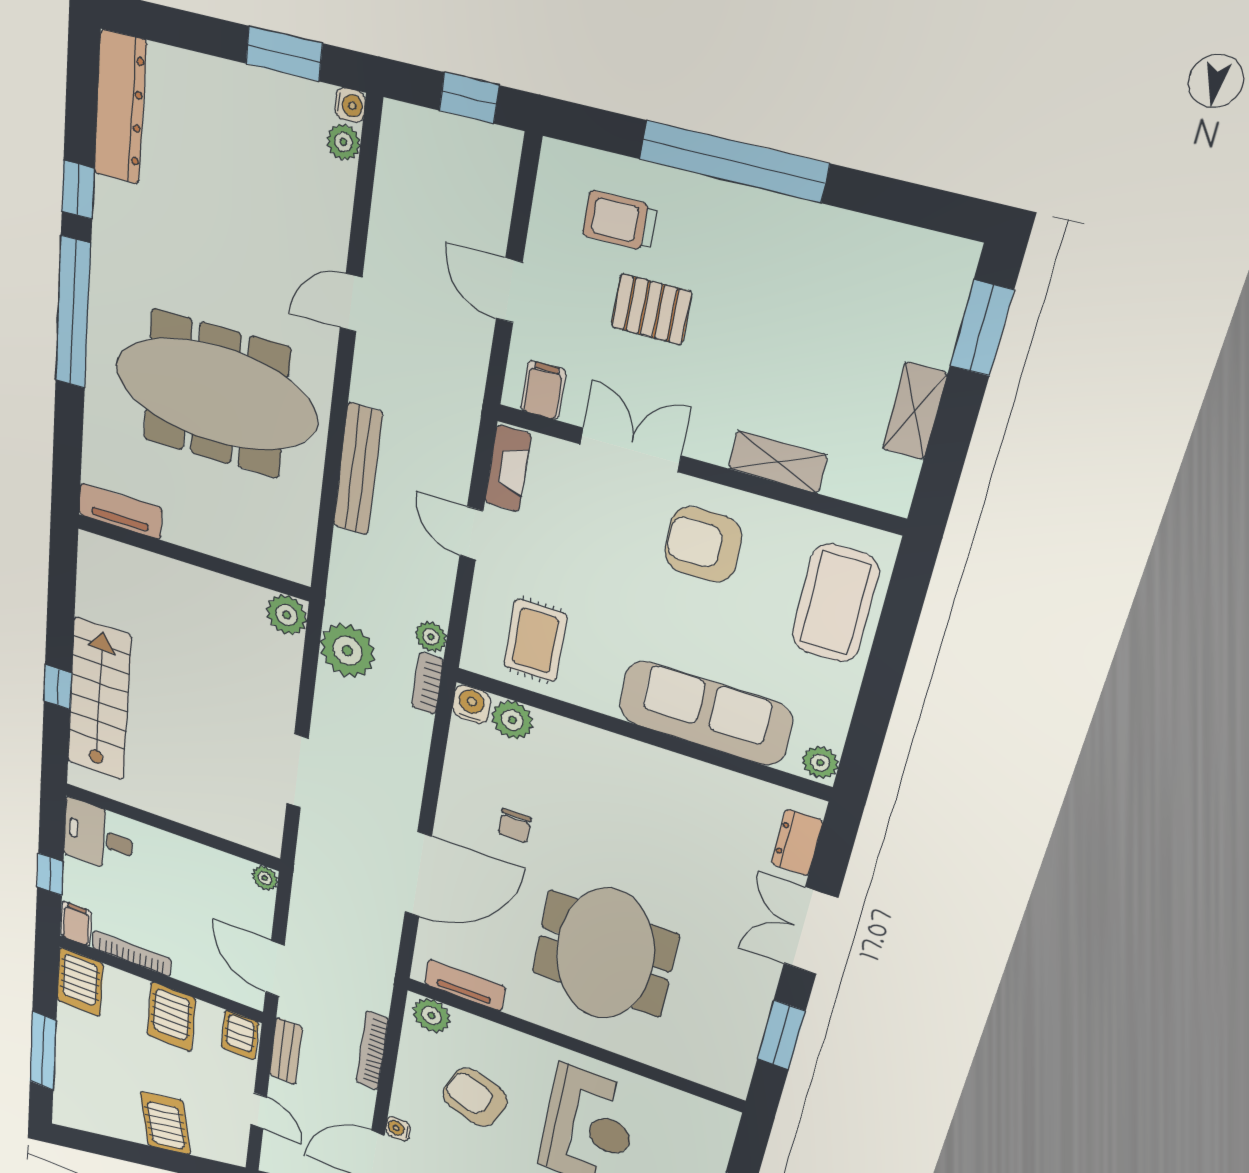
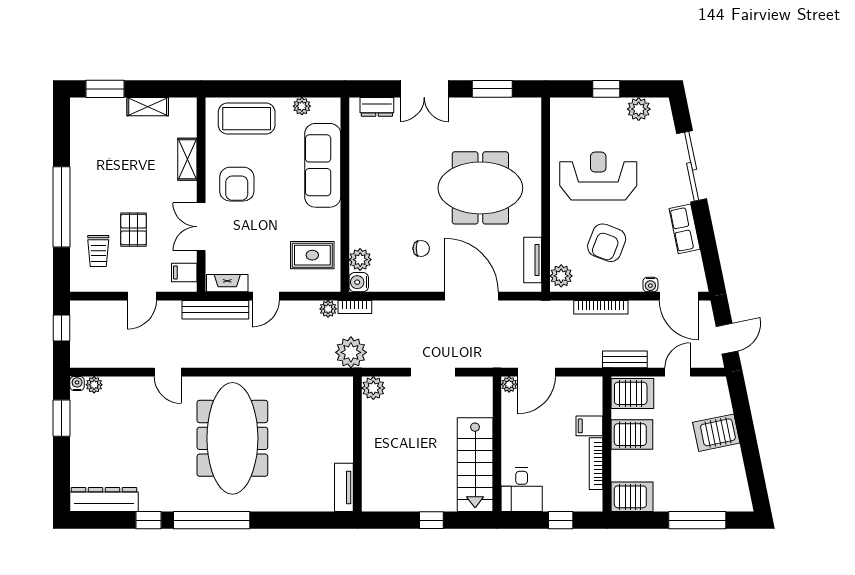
bench: (358, 469) -> (215, 310), moved
tv unit: (120, 511) -> (344, 487), moved
wall: (192, 557) -> (357, 444), moved
plant: (287, 615) -> (373, 388), moved
stairs: (99, 700) -> (475, 465), moved, turned -90
plant: (820, 762) -> (302, 106), moved
filing cabinet: (76, 924) -> (589, 426), moved
door: (275, 969) -> (537, 372), moved
server rack: (240, 1035) -> (632, 393), width x1.36, depth x1.44

